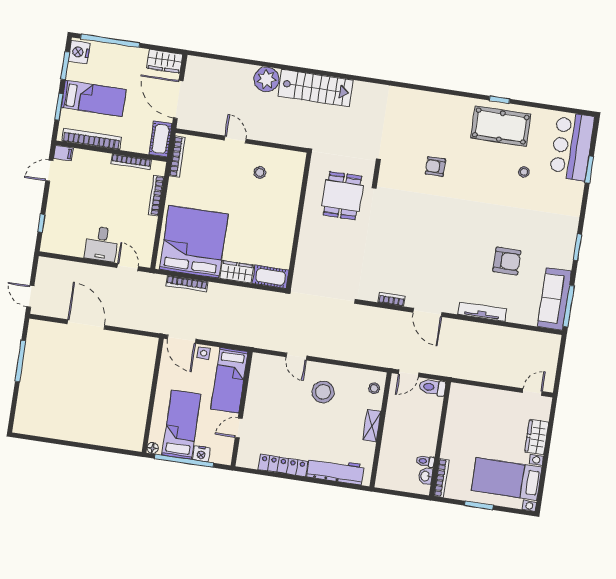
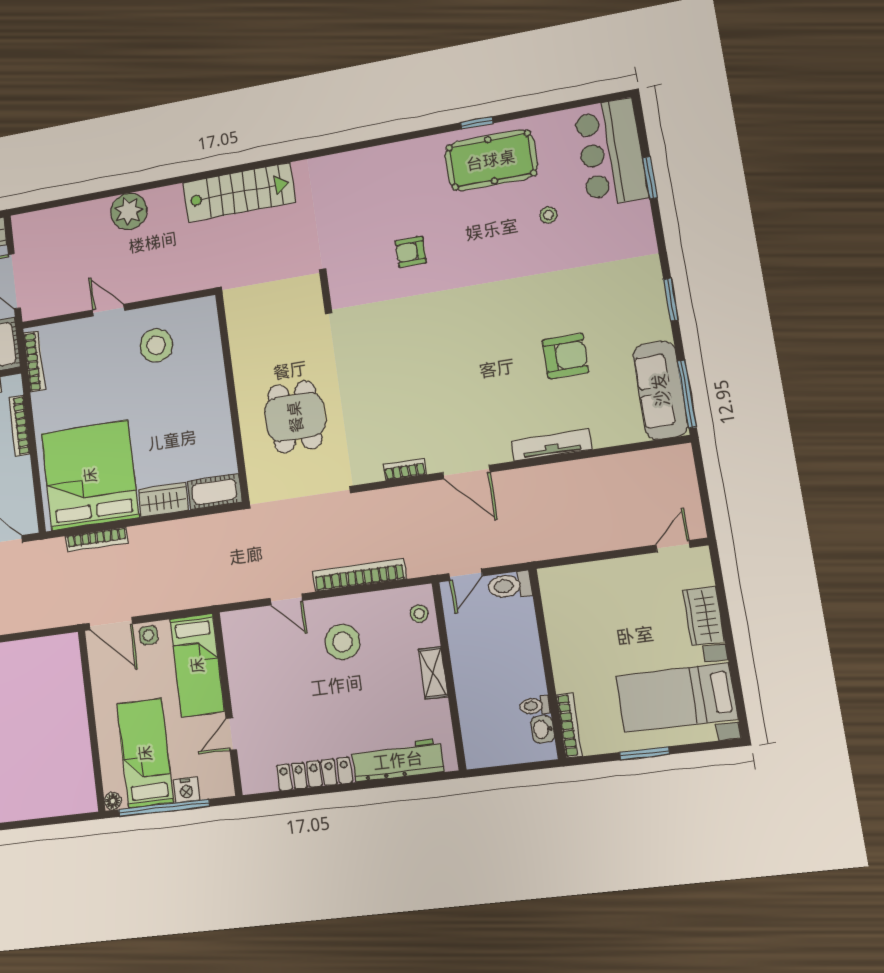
stairs: (316, 88) -> (239, 192), moved
stool: (260, 172) -> (156, 345), width x1.89, depth x1.89
dining table: (342, 196) -> (295, 417), moved
bookcase: (345, 355) -> (359, 575), added

